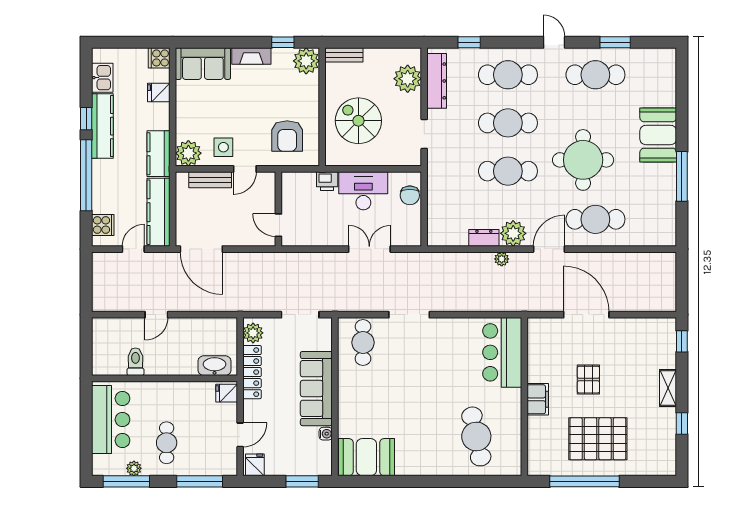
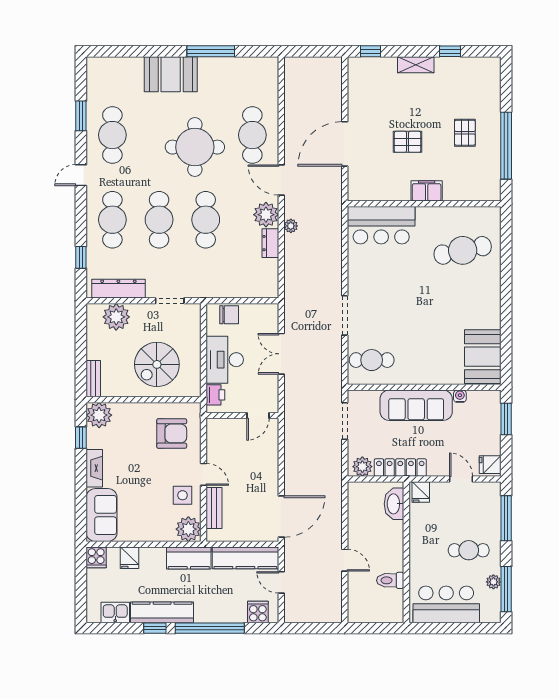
wall: (278, 209) -> (242, 416), moved
door: (278, 225) -> (258, 416), moved
pallet: (598, 439) -> (465, 133), width x0.49, depth x0.50

